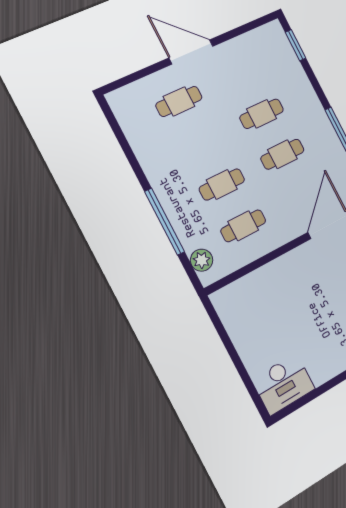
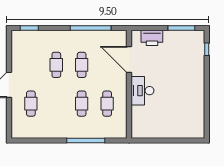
plant: (202, 260) -> (113, 133), removed
desk: (283, 384) -> (142, 91), moved, turned 180

